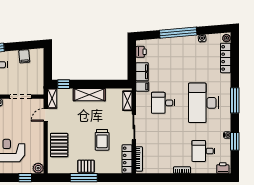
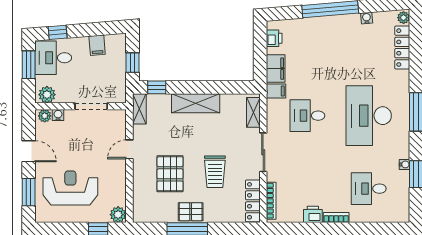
window: (48, 68) -> (133, 63), added
door: (46, 115) -> (129, 149), moved
pallet: (59, 145) -> (170, 174), moved
printer: (223, 168) -> (313, 214), moved

